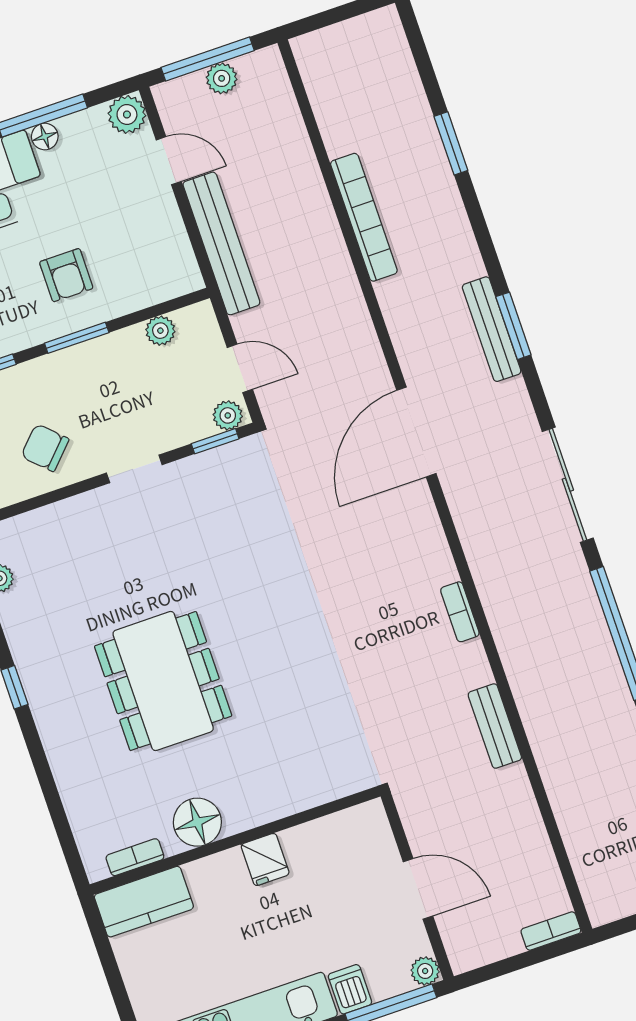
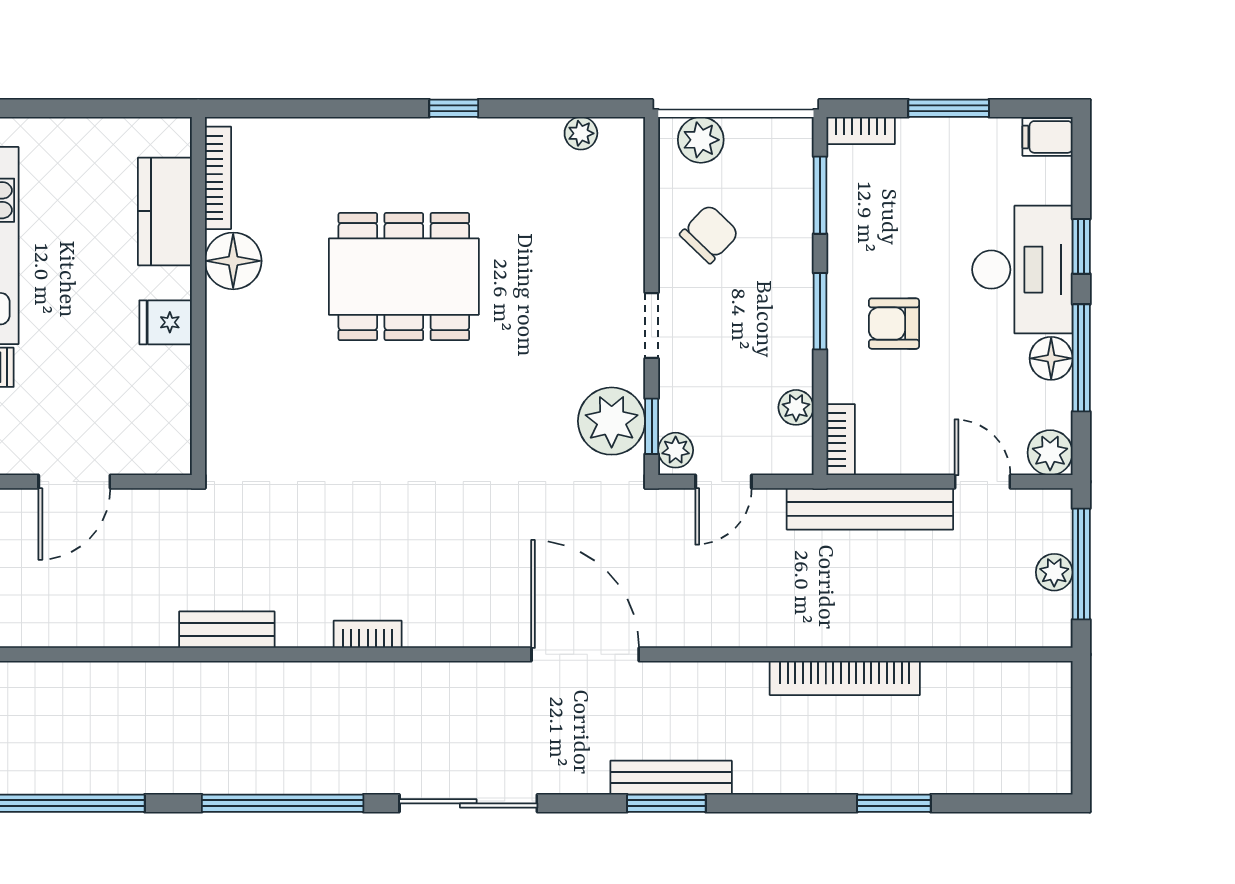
floor lamp: (45, 137) -> (1051, 358), width x1.37, depth x1.37
door: (169, 161) -> (983, 482), swing flipped
bookcase: (174, 286) -> (841, 440), added
plant: (222, 475) -> (612, 421), added
bookcase: (135, 857) -> (218, 178), width x1.56
kitchen counter: (144, 902) -> (165, 211), moved

